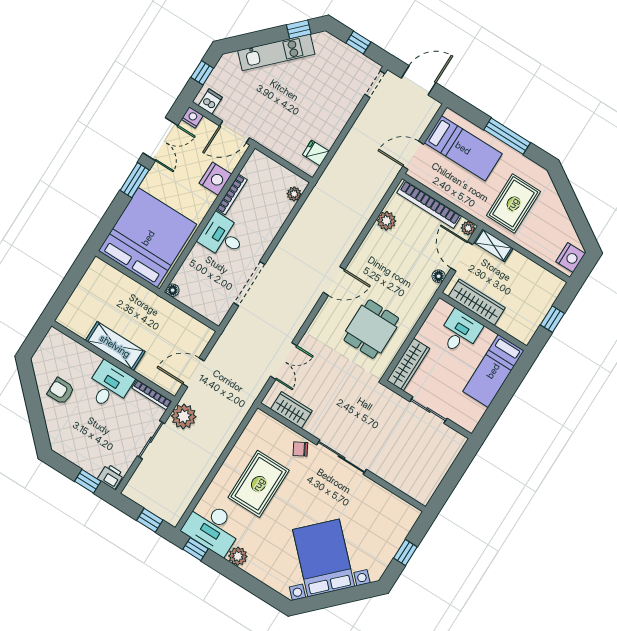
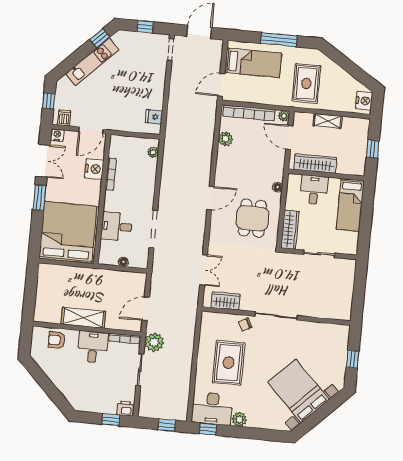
desk: (222, 236) -> (117, 227), moved
shelving: (493, 245) -> (328, 121), moved
floor lamp: (439, 276) -> (278, 187), moved
floor lamp: (173, 290) -> (123, 262), moved
armchair: (61, 391) -> (57, 340), moved

